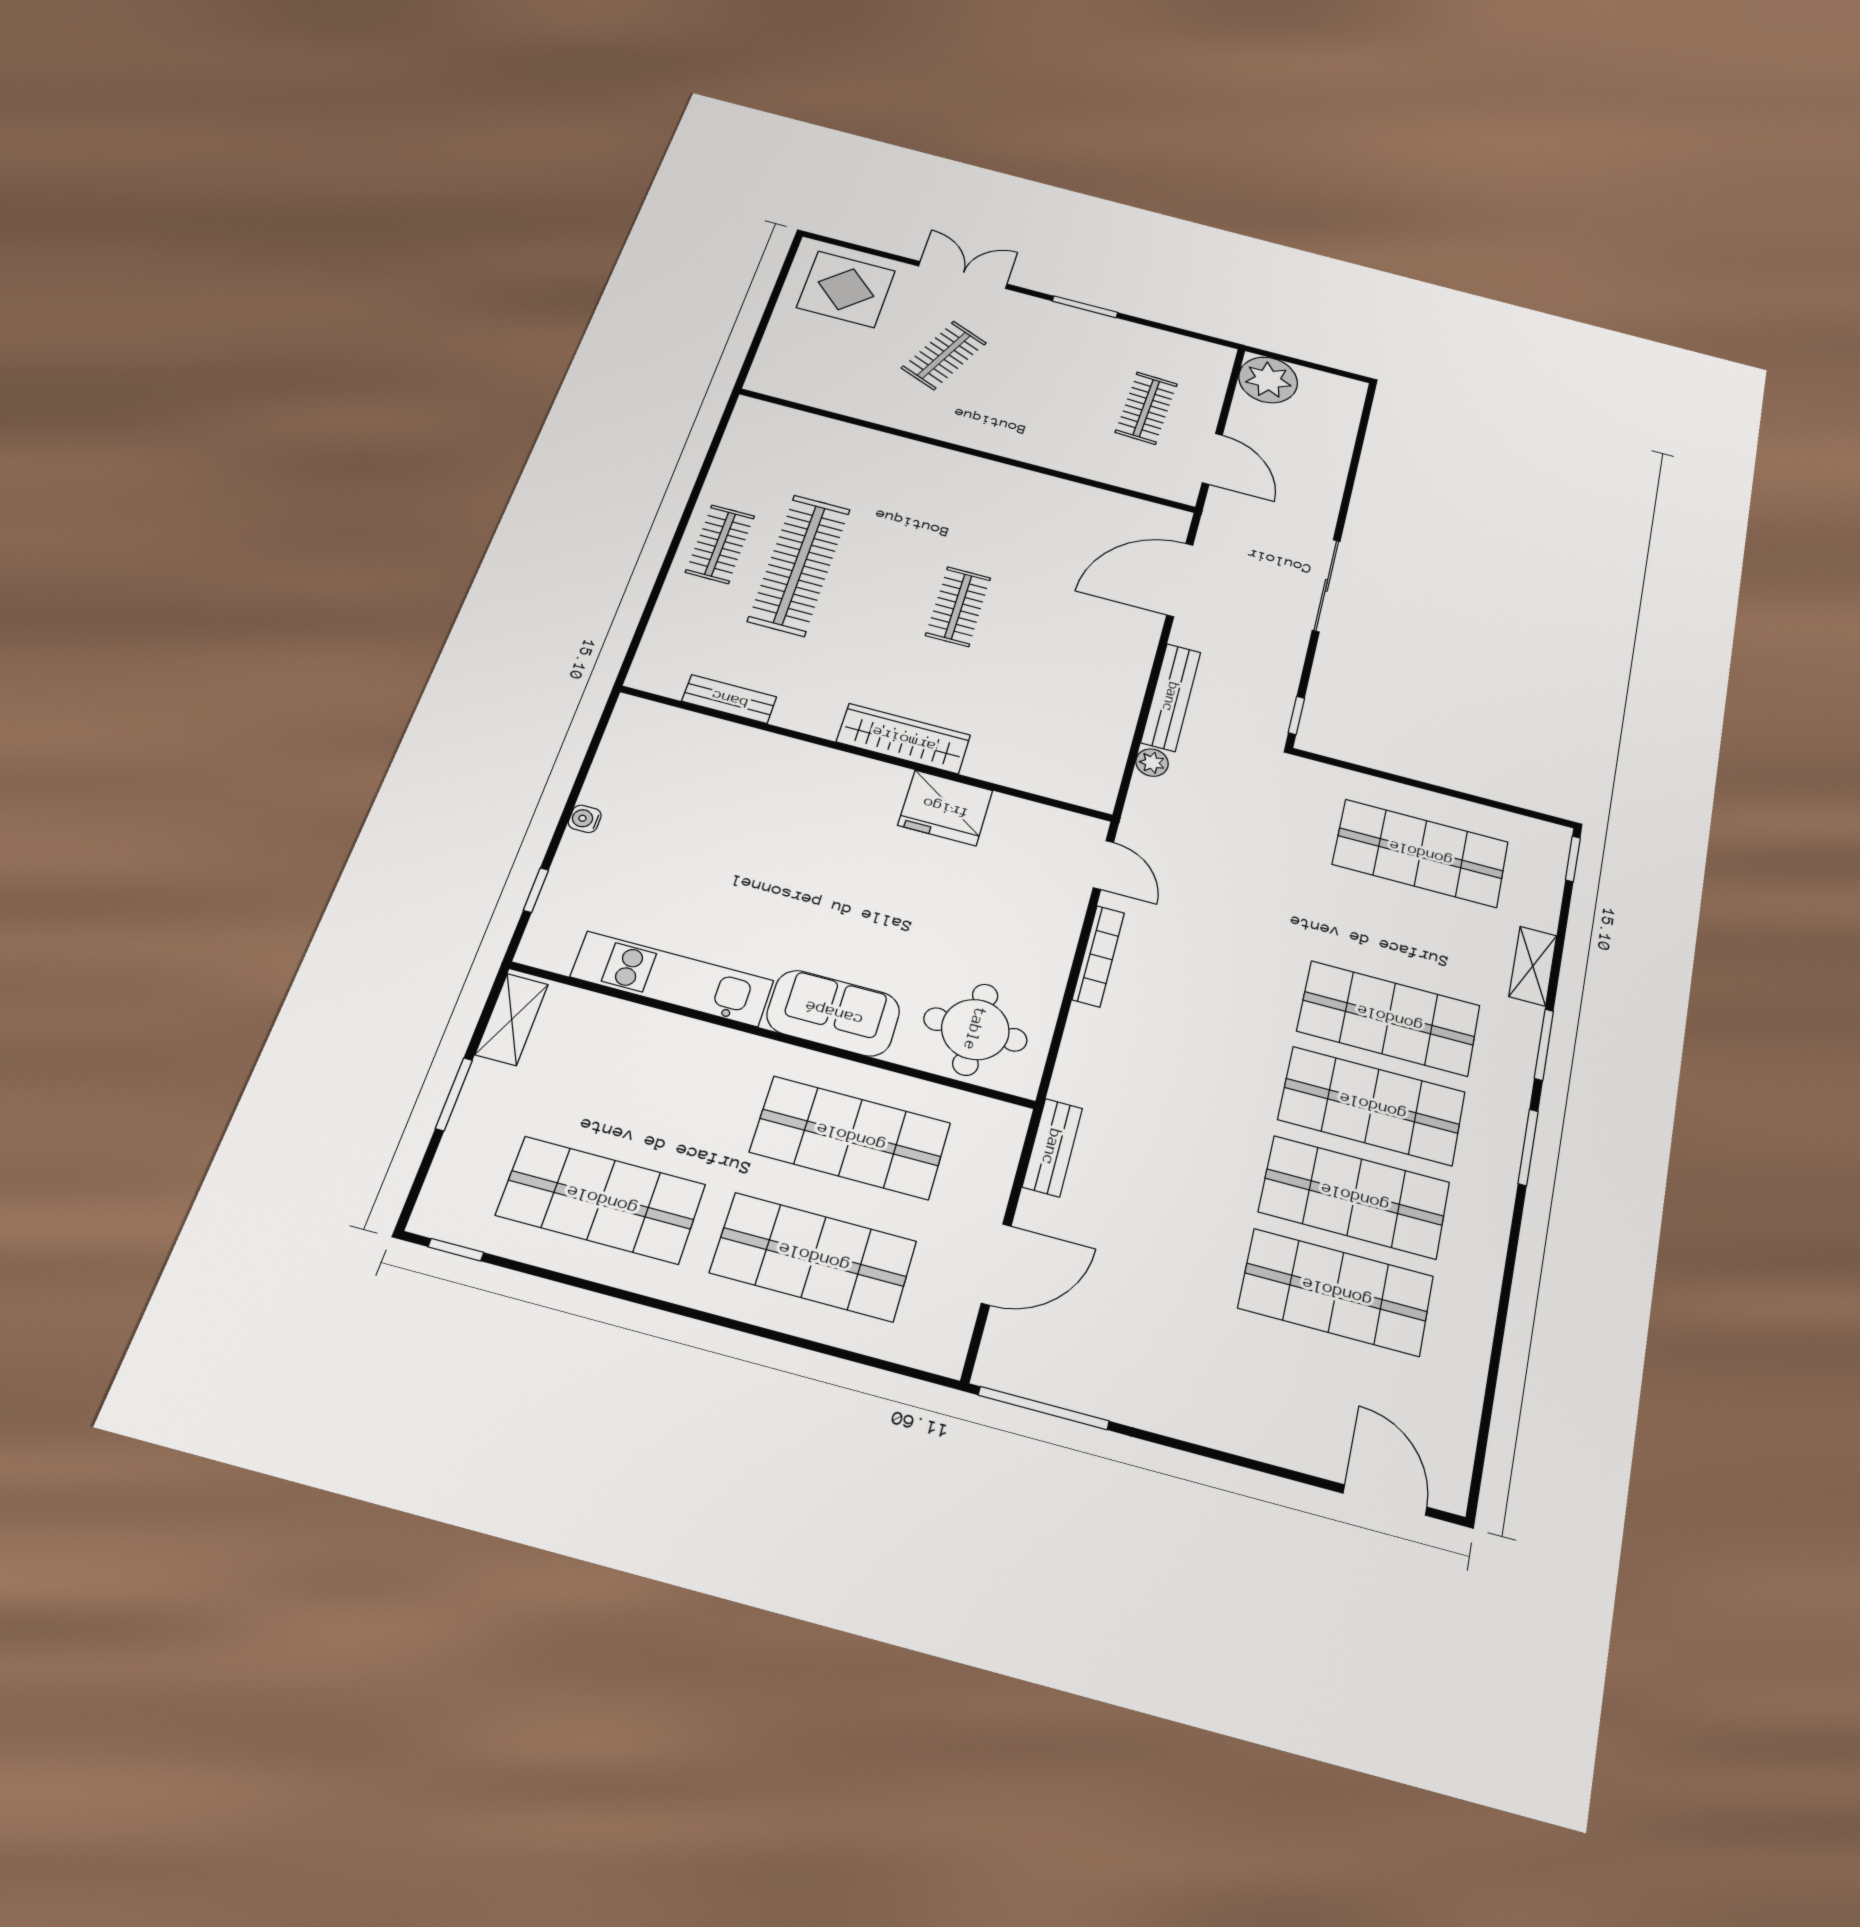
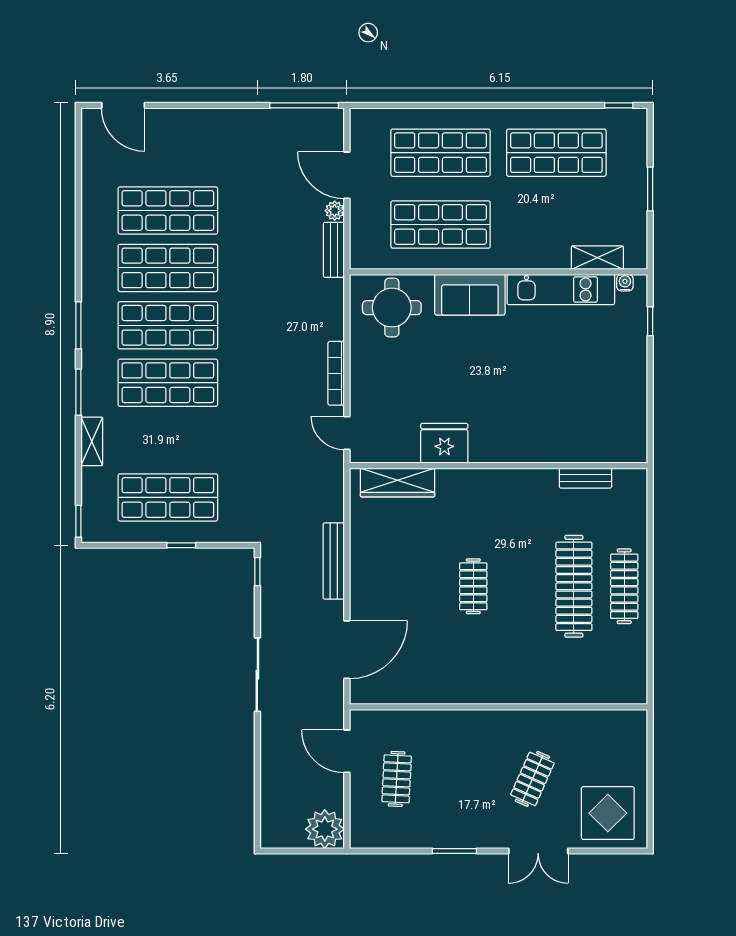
clothes rail: (720, 544) -> (624, 586), width x1.36
wardrobe: (903, 739) -> (398, 483), moved
plant: (1152, 763) -> (335, 211), moved
window: (1411, 782) -> (181, 545), added
water cooler: (585, 819) -> (625, 283), moved, turned -90
shelving: (512, 1019) -> (597, 258), moved, turned 90
door: (996, 1264) -> (347, 175), hinge flipped

